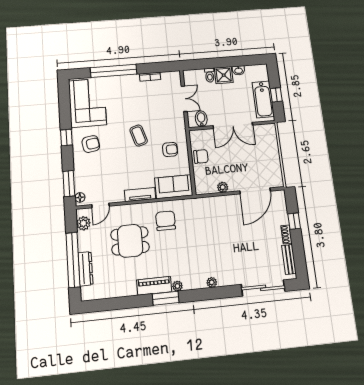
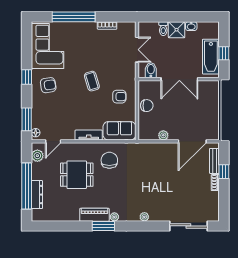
bench: (289, 259) -> (214, 161), moved

